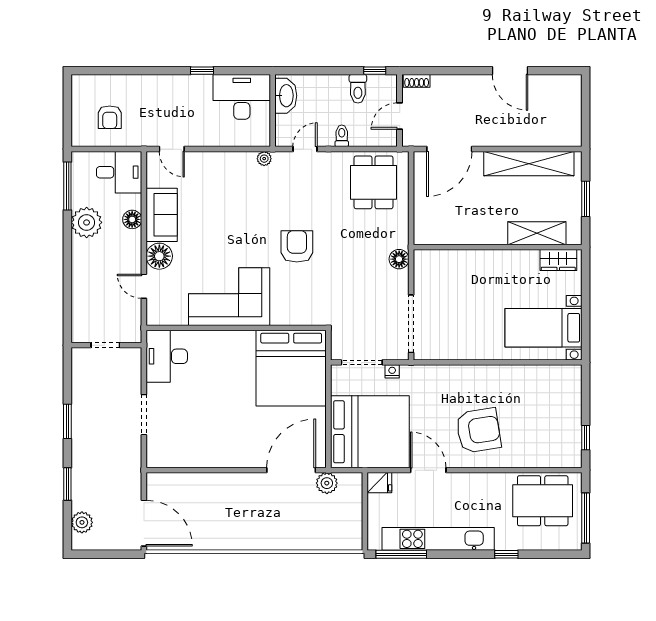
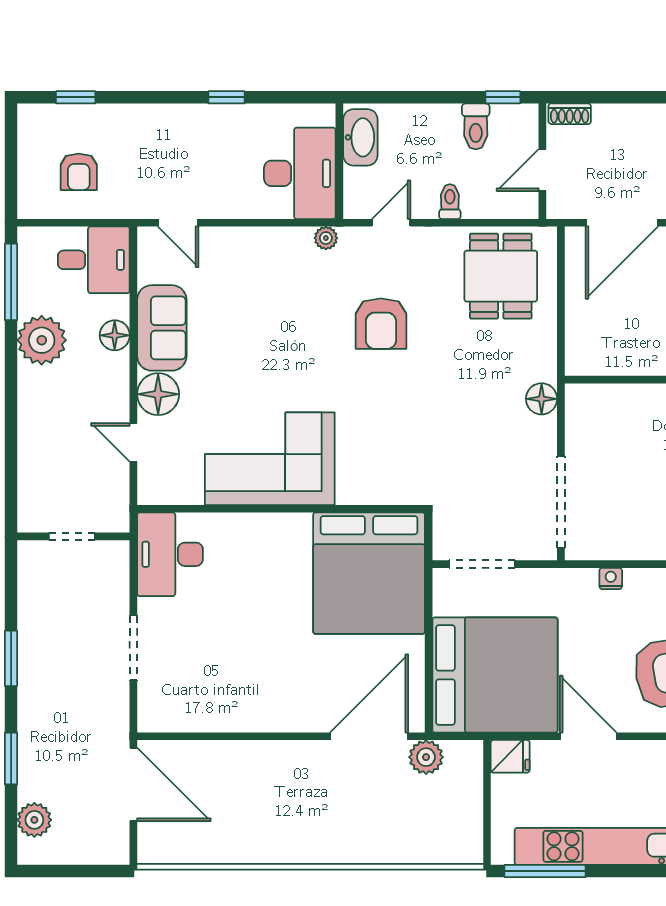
window: (108, 71) -> (76, 97), added
desk: (242, 97) -> (300, 173), moved, turned 90
armchair: (297, 246) -> (381, 324), moved, turned 180
nightstand: (392, 371) -> (611, 578), moved
door: (144, 523) -> (133, 784), moved

